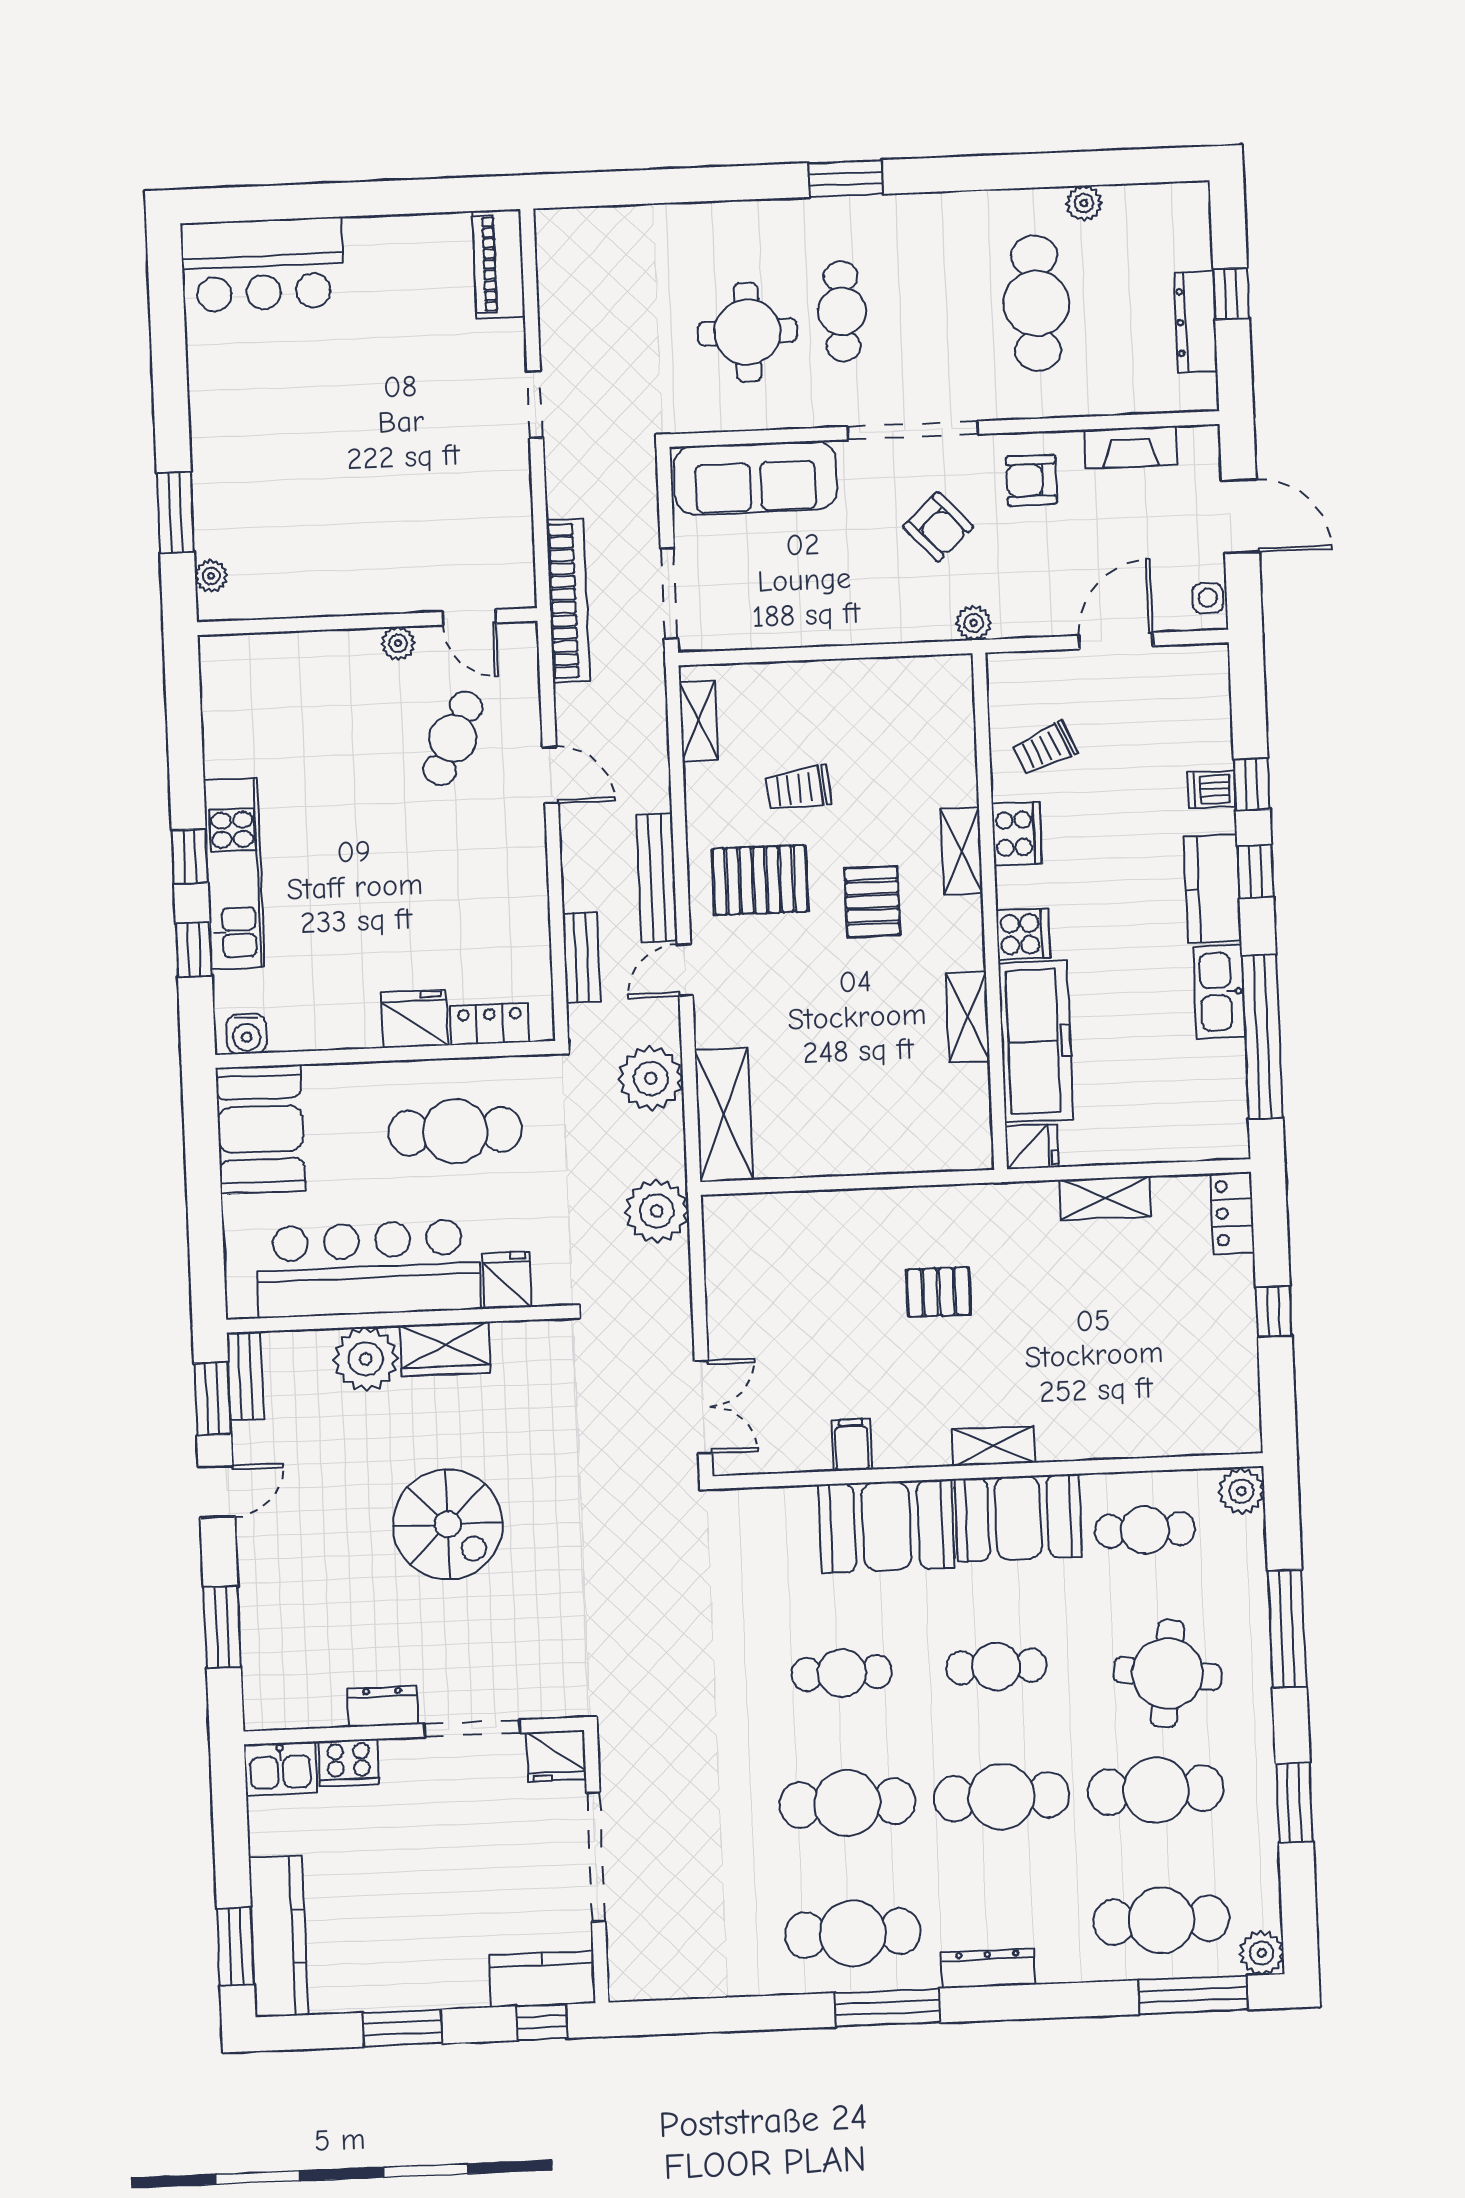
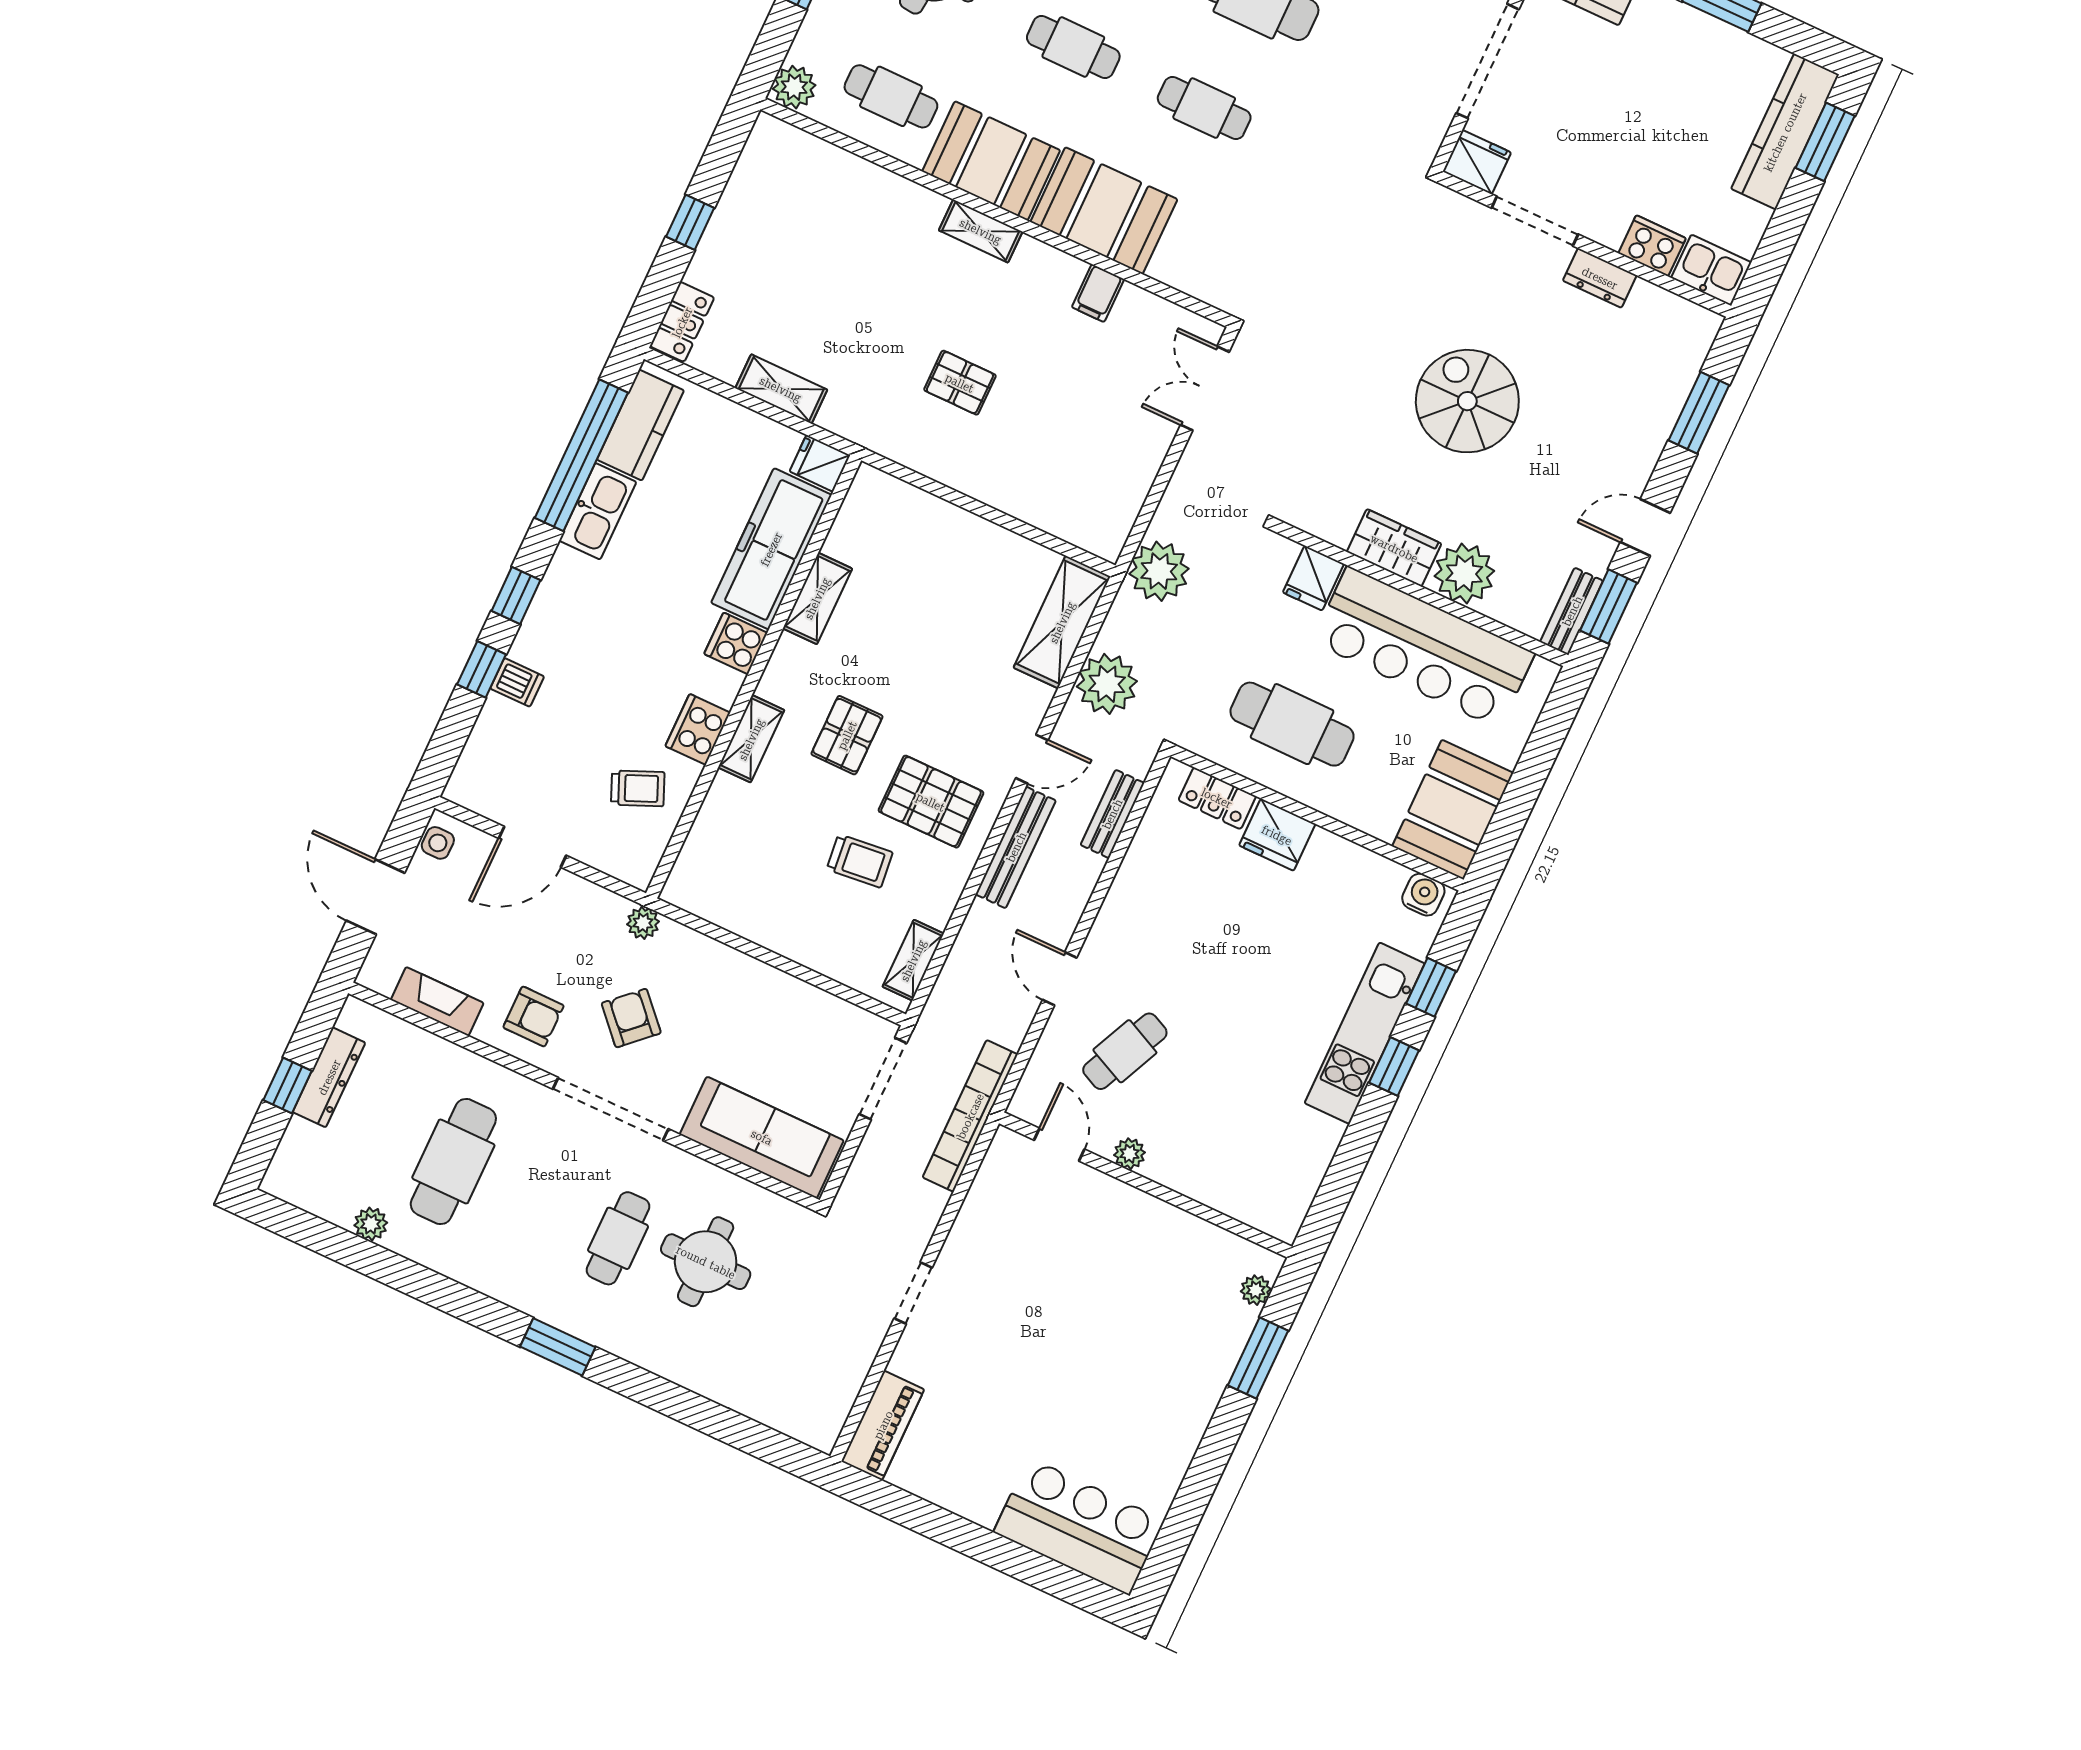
kitchen counter: (1212, 889) -> (640, 425), moved

